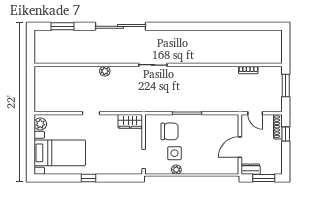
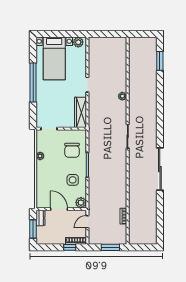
sliding door: (121, 26) -> (160, 169), moved
wardrobe: (130, 121) -> (80, 112), width x1.50
plant: (232, 121) -> (81, 203), added
side table: (174, 153) -> (73, 180), moved
window: (89, 178) -> (33, 83), width x3.17

